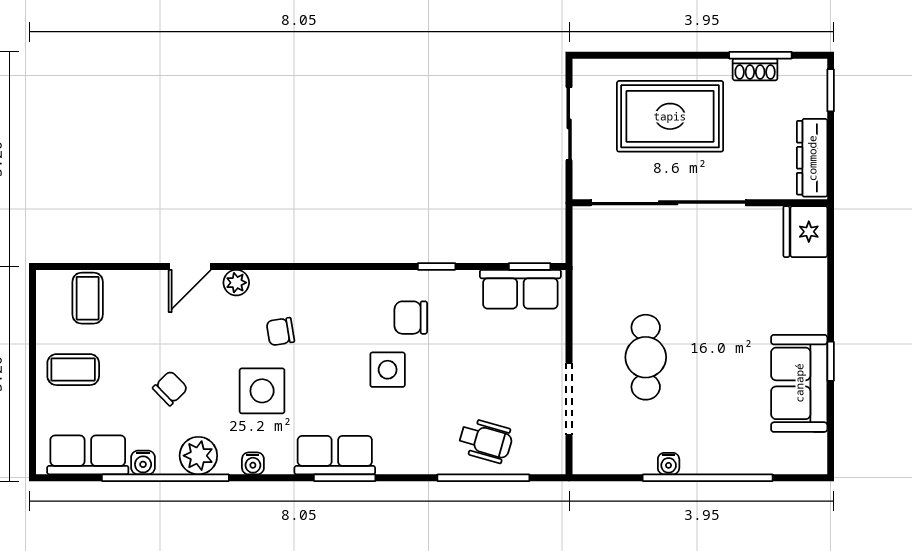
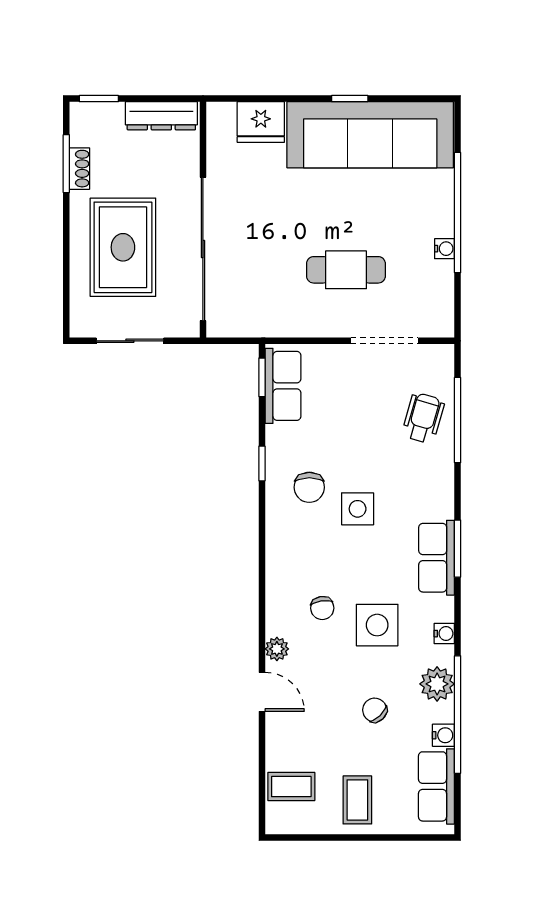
fridge: (805, 232) -> (261, 122), moved
sofa: (799, 383) -> (370, 135), width x1.85, depth x1.27

